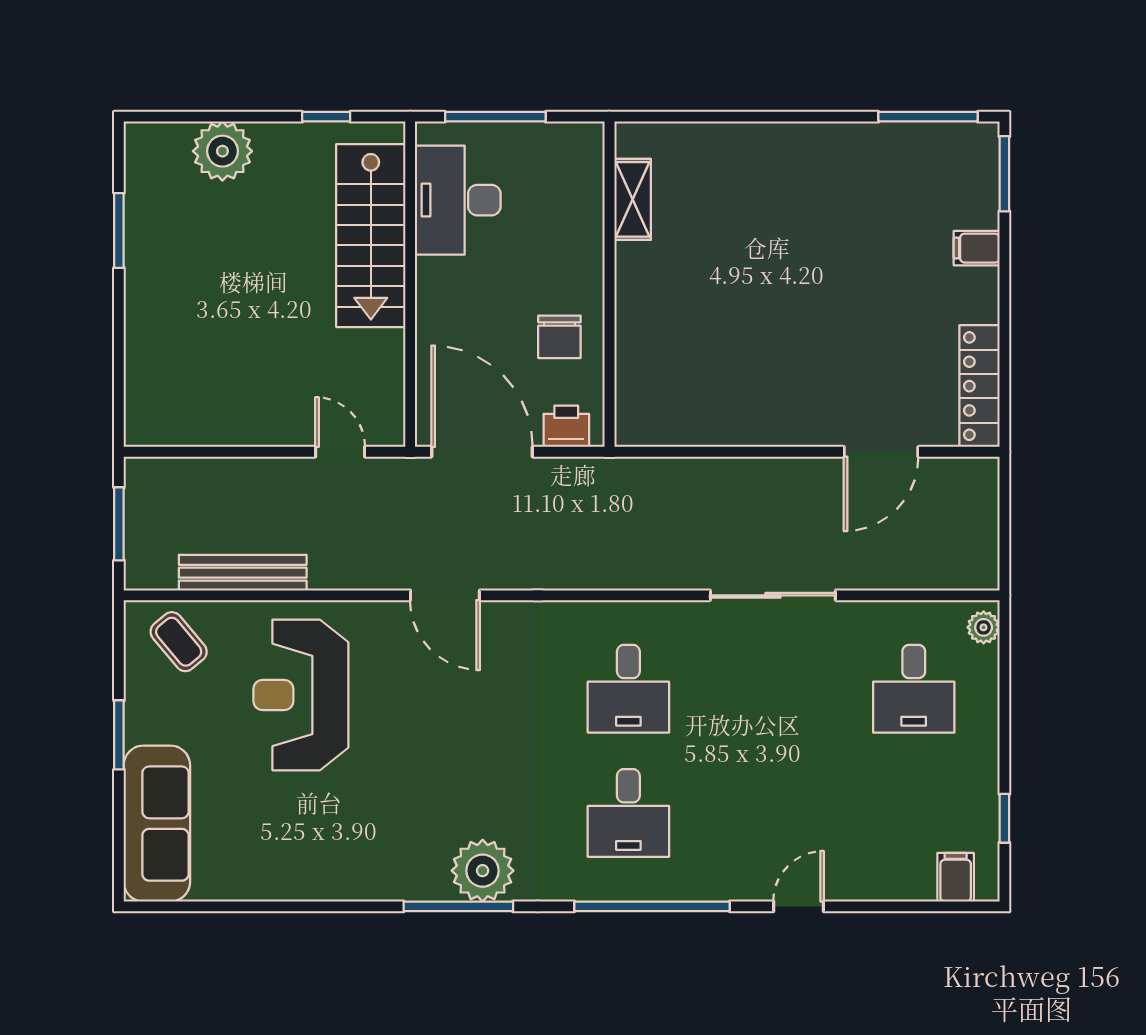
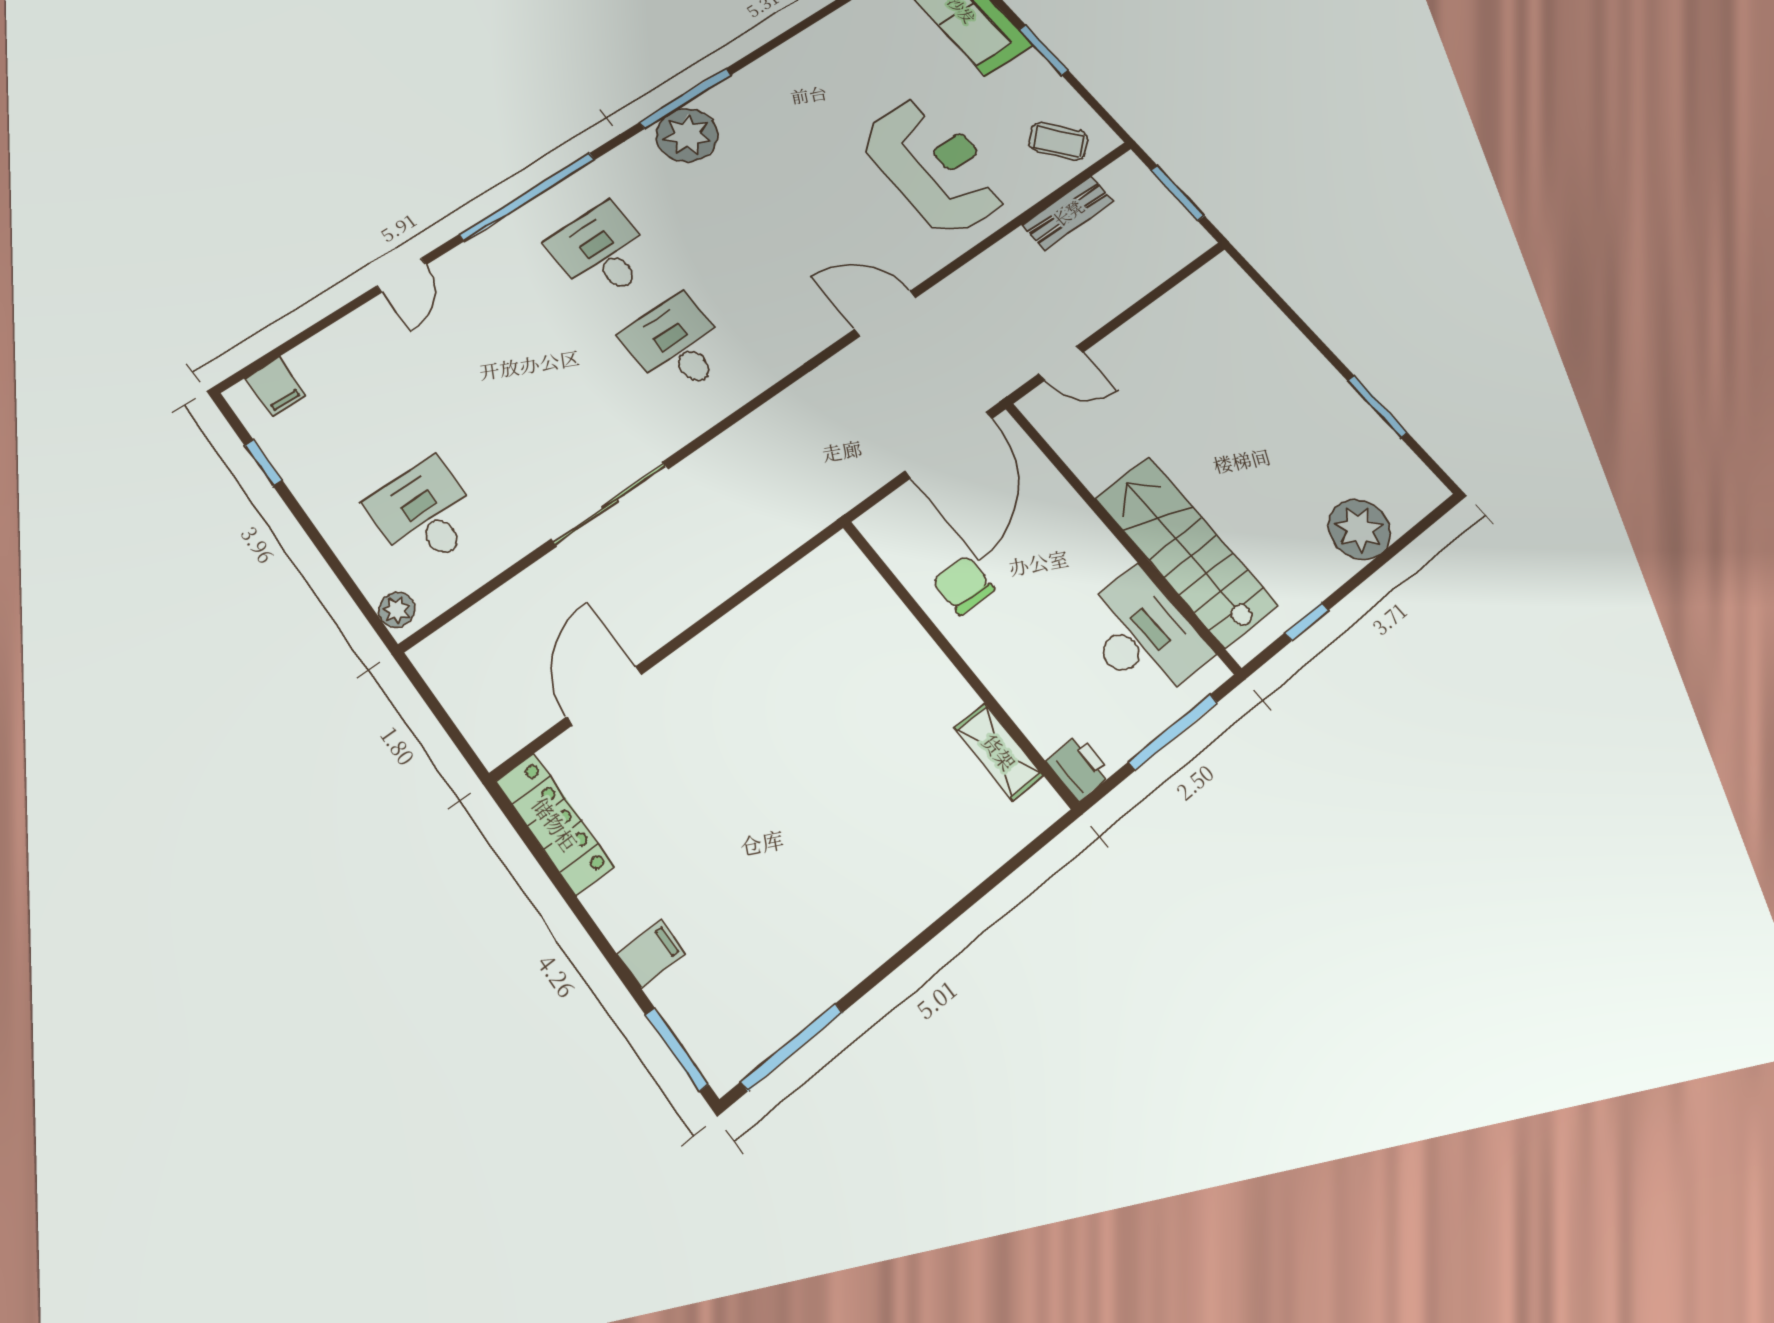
printer: (566, 426) -> (1079, 767), moved, turned -90
door: (482, 452) -> (949, 445), hinge flipped
bench: (243, 573) -> (1068, 213), width x0.73

